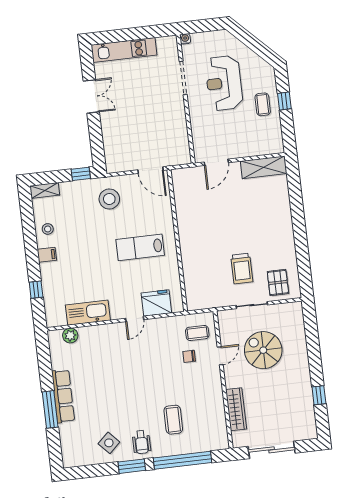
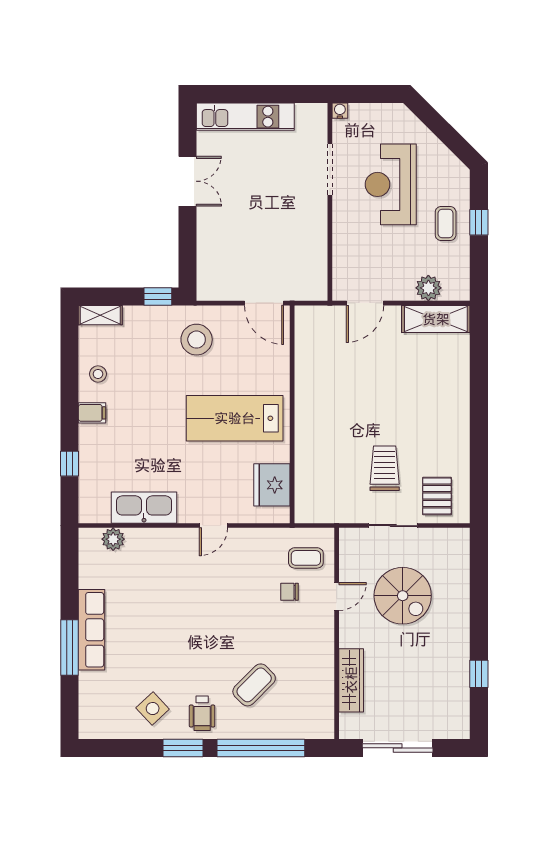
plant: (256, 148) -> (428, 288), added
lab bench: (140, 247) -> (235, 418), width x1.36, depth x1.39
trolley: (242, 268) -> (385, 468), turned 180
fridge: (156, 303) -> (272, 485), moved, turned -90
spiral stairs: (263, 350) -> (403, 596), turned 180
coffee table: (173, 420) -> (254, 685), turned 45

